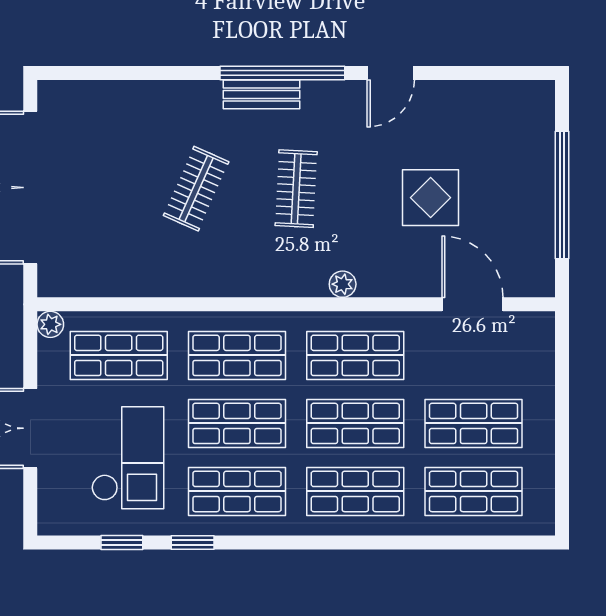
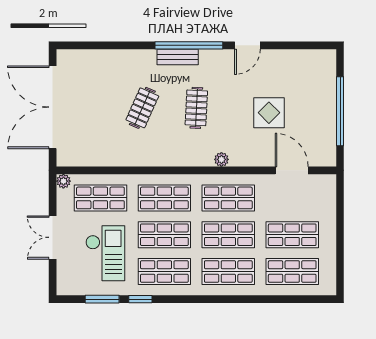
window: (122, 543) -> (102, 299), width x1.50

